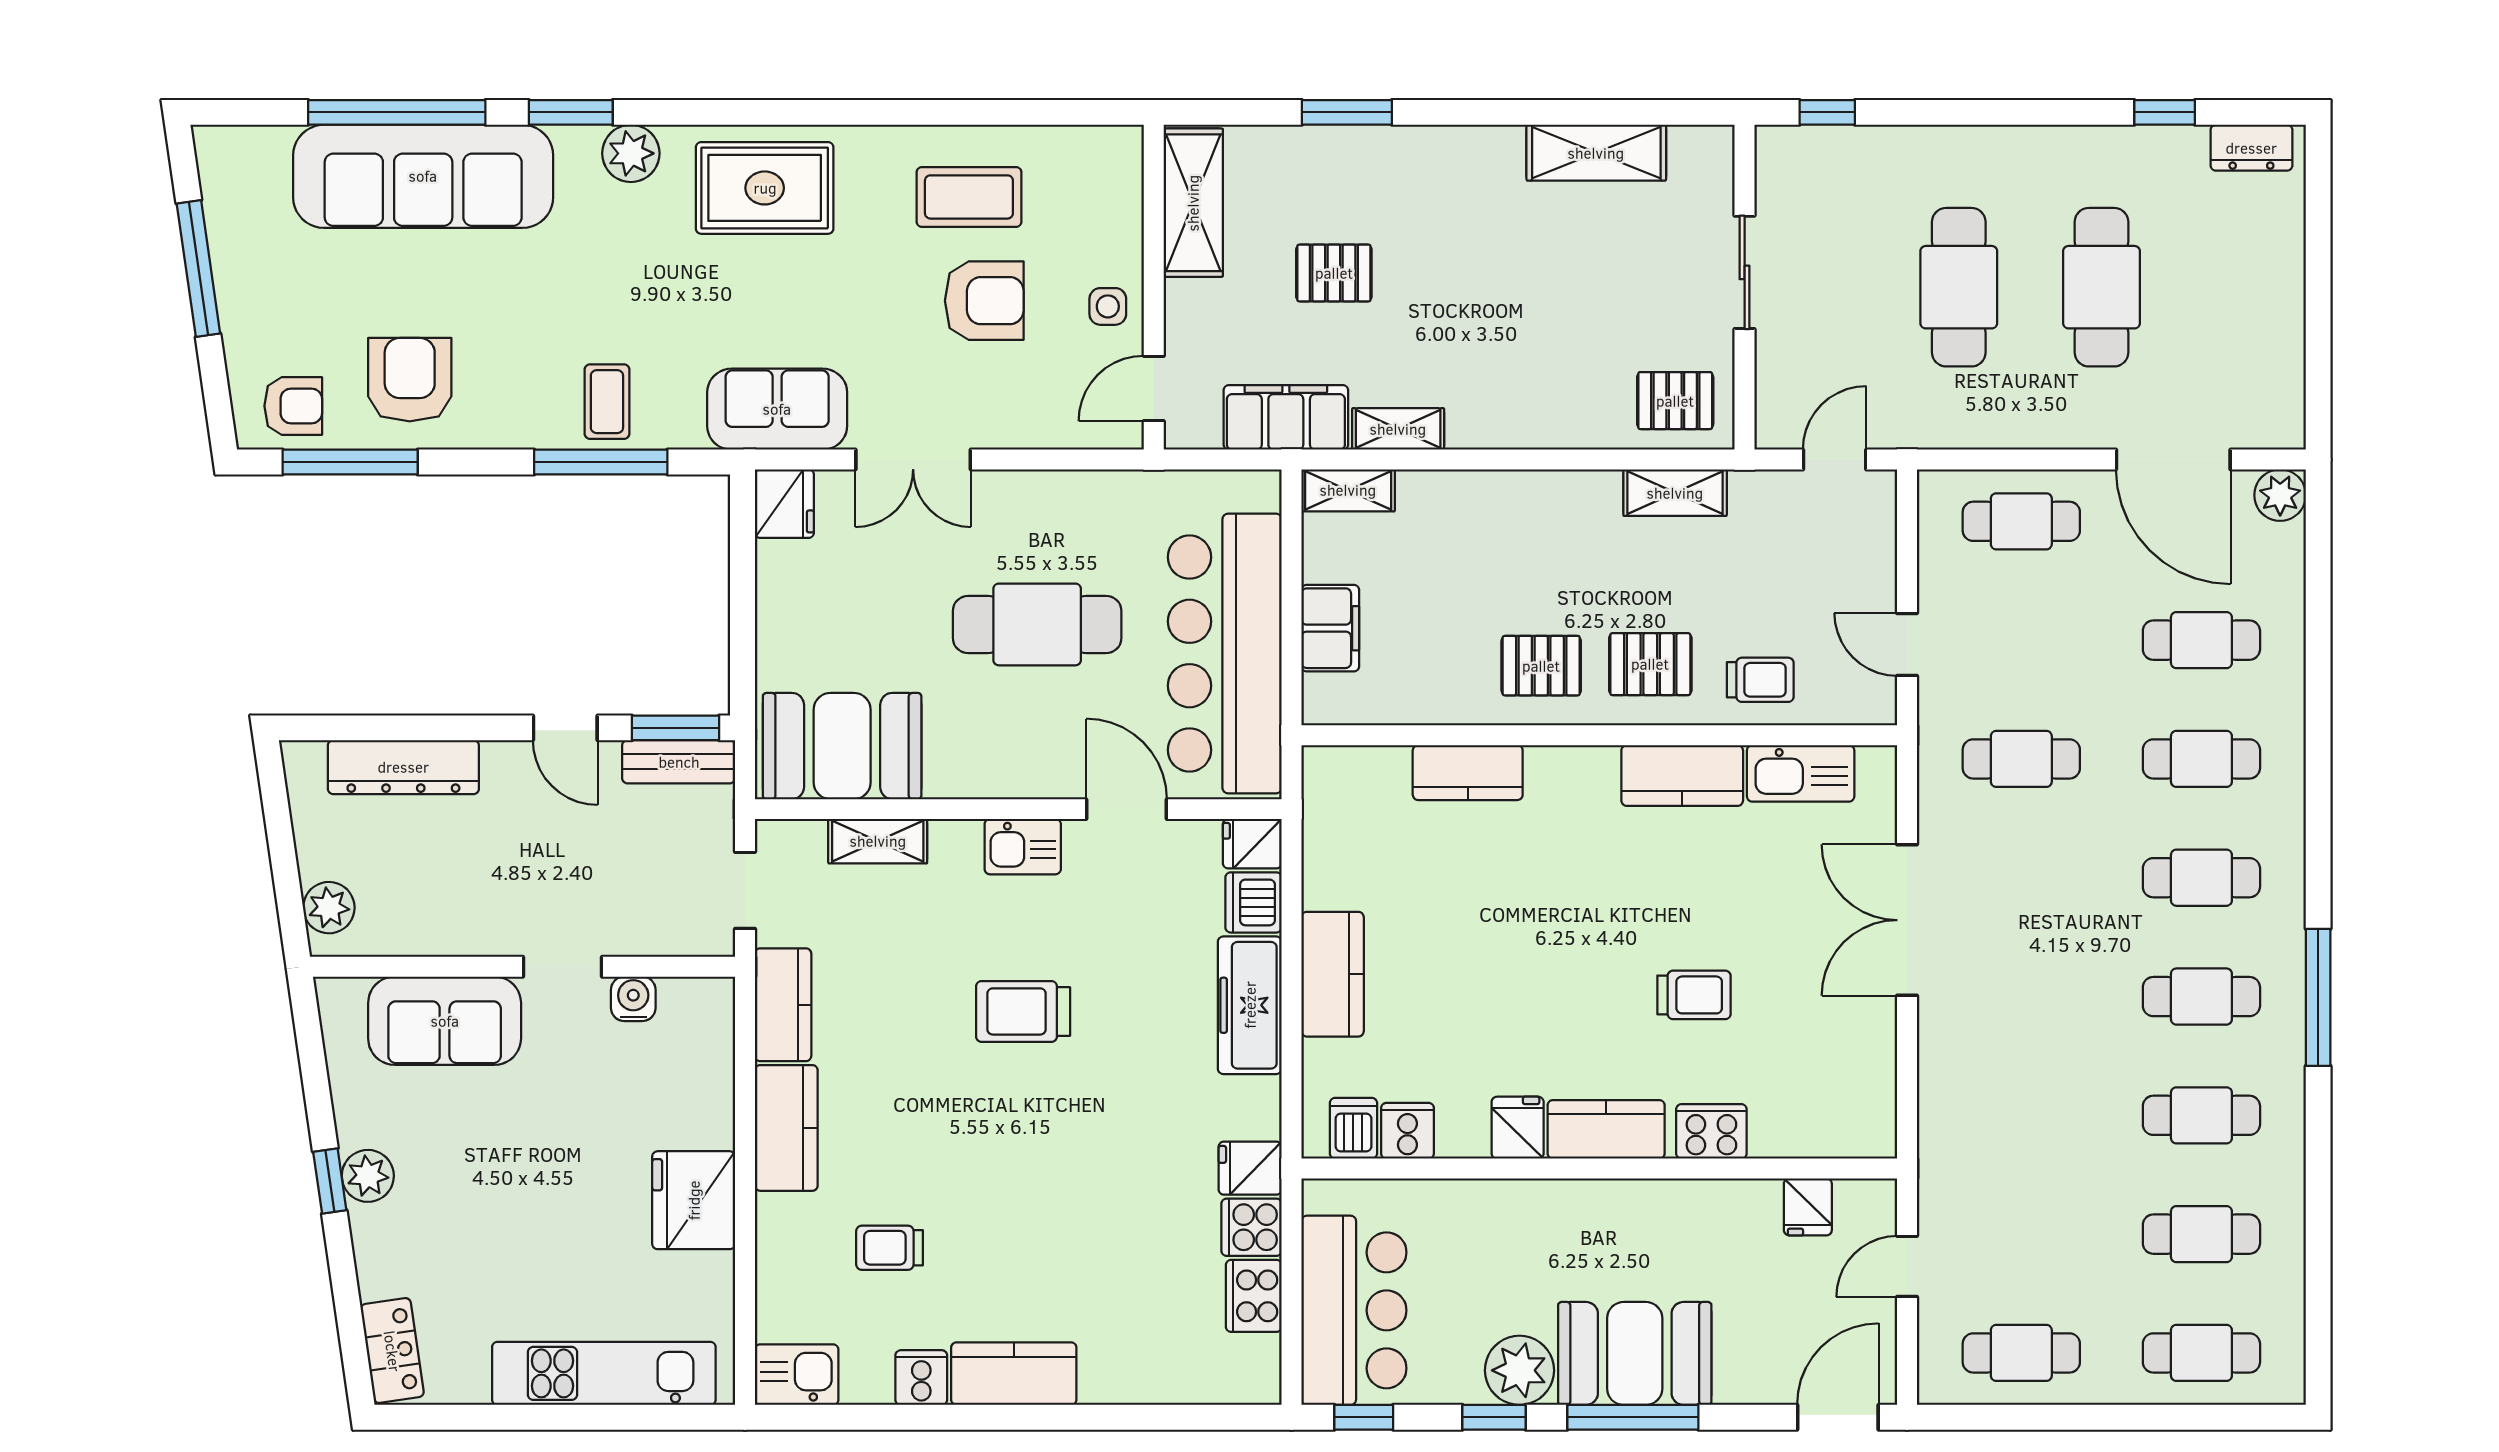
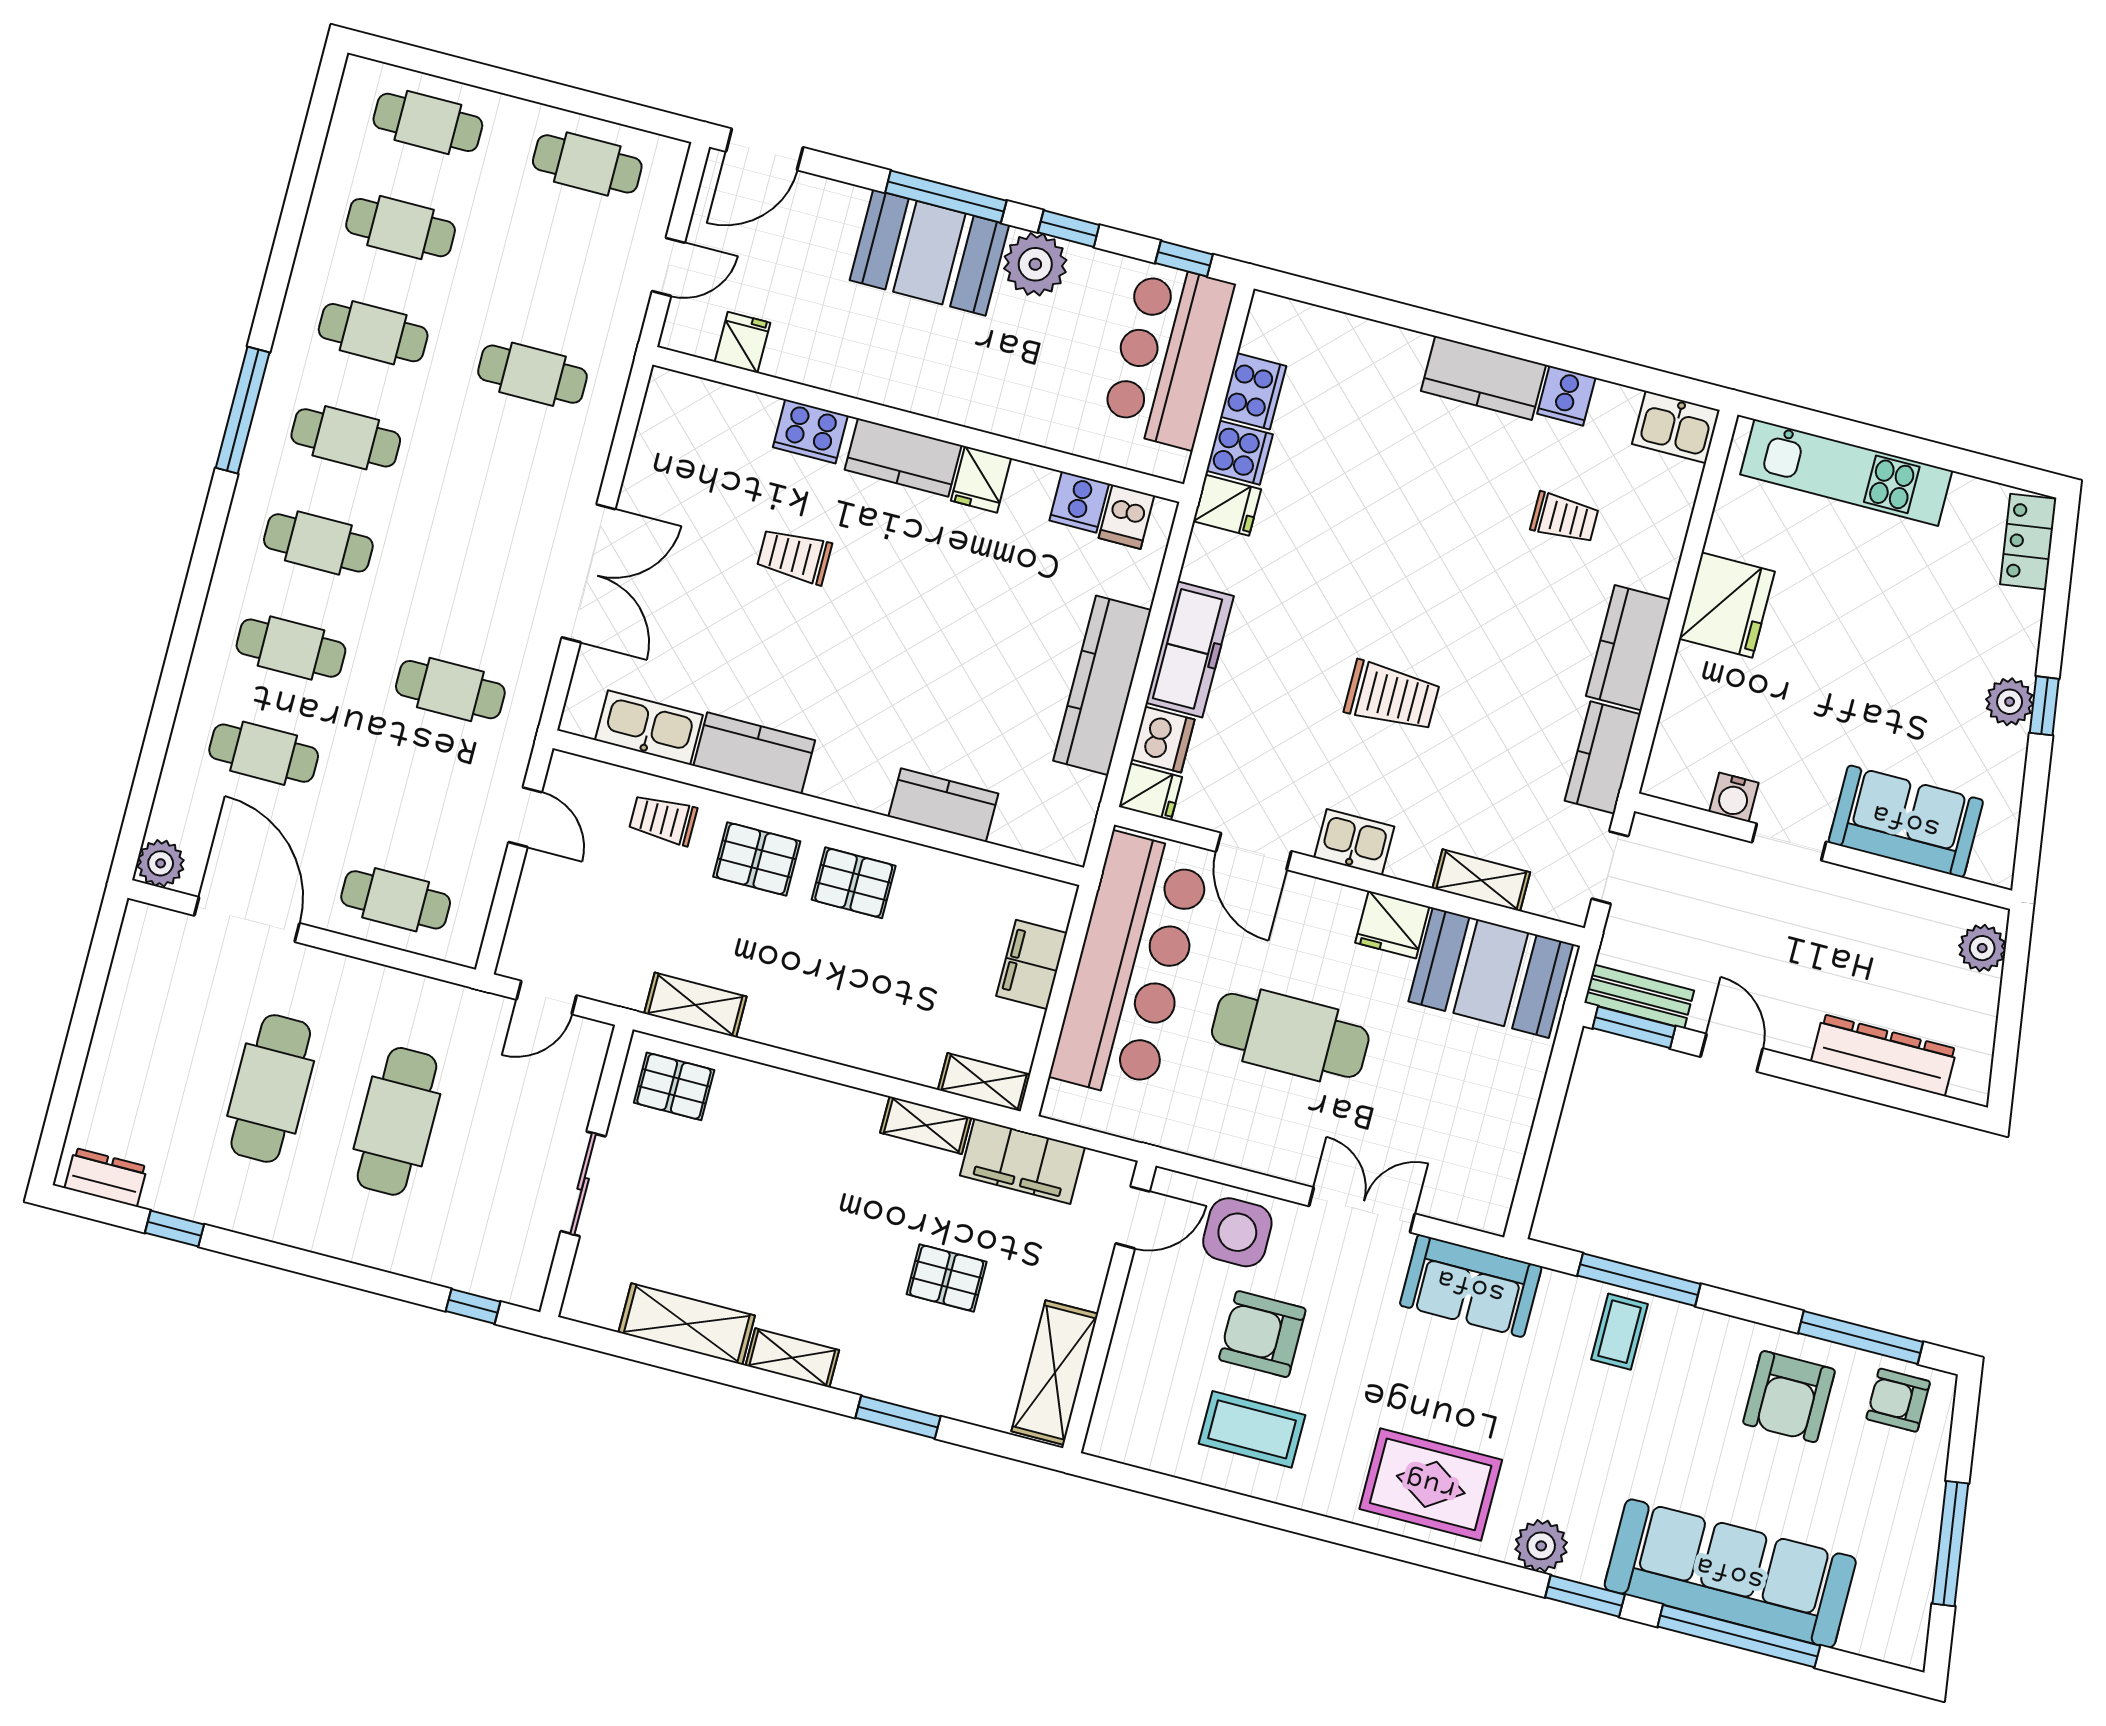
shelving: (1475, 146) -> (792, 1358), added
side table: (1108, 306) -> (1237, 1232), moved, width x1.87, depth x1.87
fridge: (784, 504) -> (1392, 925), moved, turned -90
kitchen counter: (1333, 974) -> (1102, 685), width x1.50
cafe table: (2021, 1115) -> (532, 374), added

